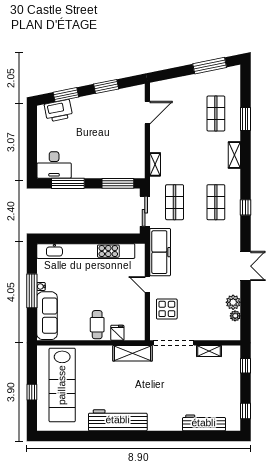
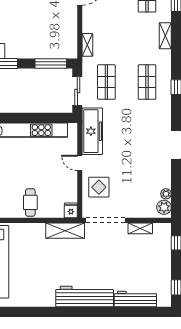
plant: (233, 302) -> (164, 207), moved
fridge: (117, 333) -> (71, 210), moved
workbench: (118, 420) -> (85, 297), moved

